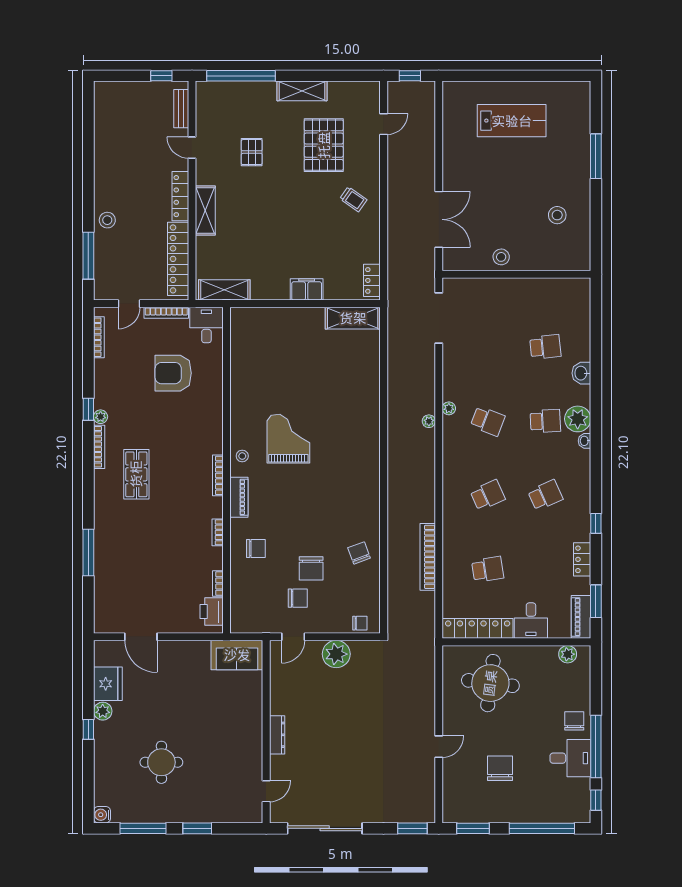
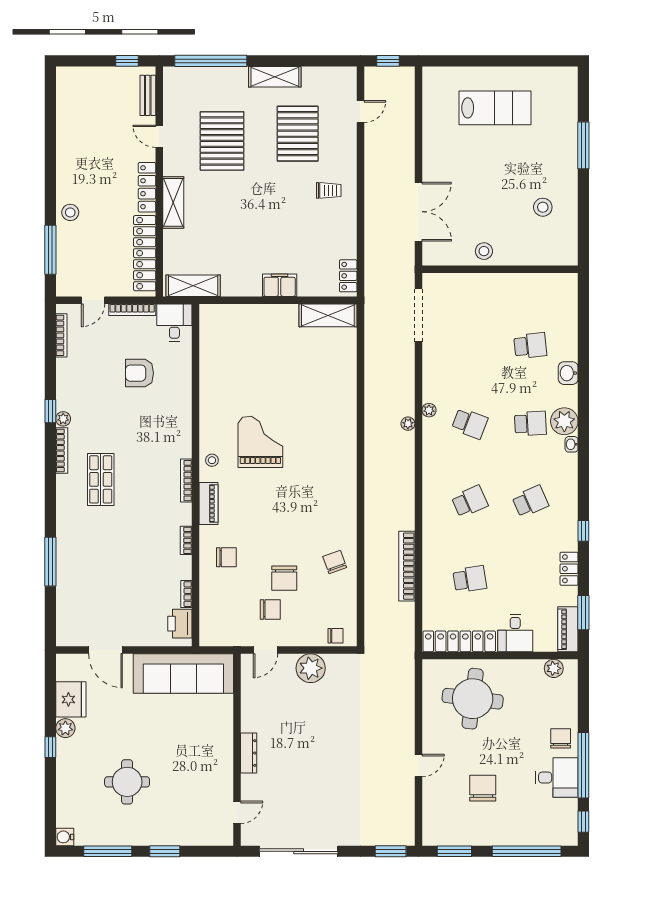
pallet: (252, 152) -> (222, 141), width x2.05, depth x2.00
trolley: (353, 199) -> (329, 190), turned -35
armchair: (173, 373) -> (139, 373), width x0.73, depth x0.73
sofa: (237, 655) -> (183, 674), width x1.85, depth x1.27

